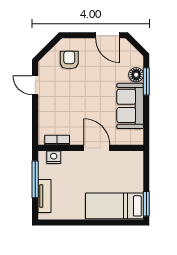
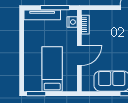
tv unit: (44, 196) -> (42, 15), width x1.41
bed: (114, 206) -> (52, 69), moved

